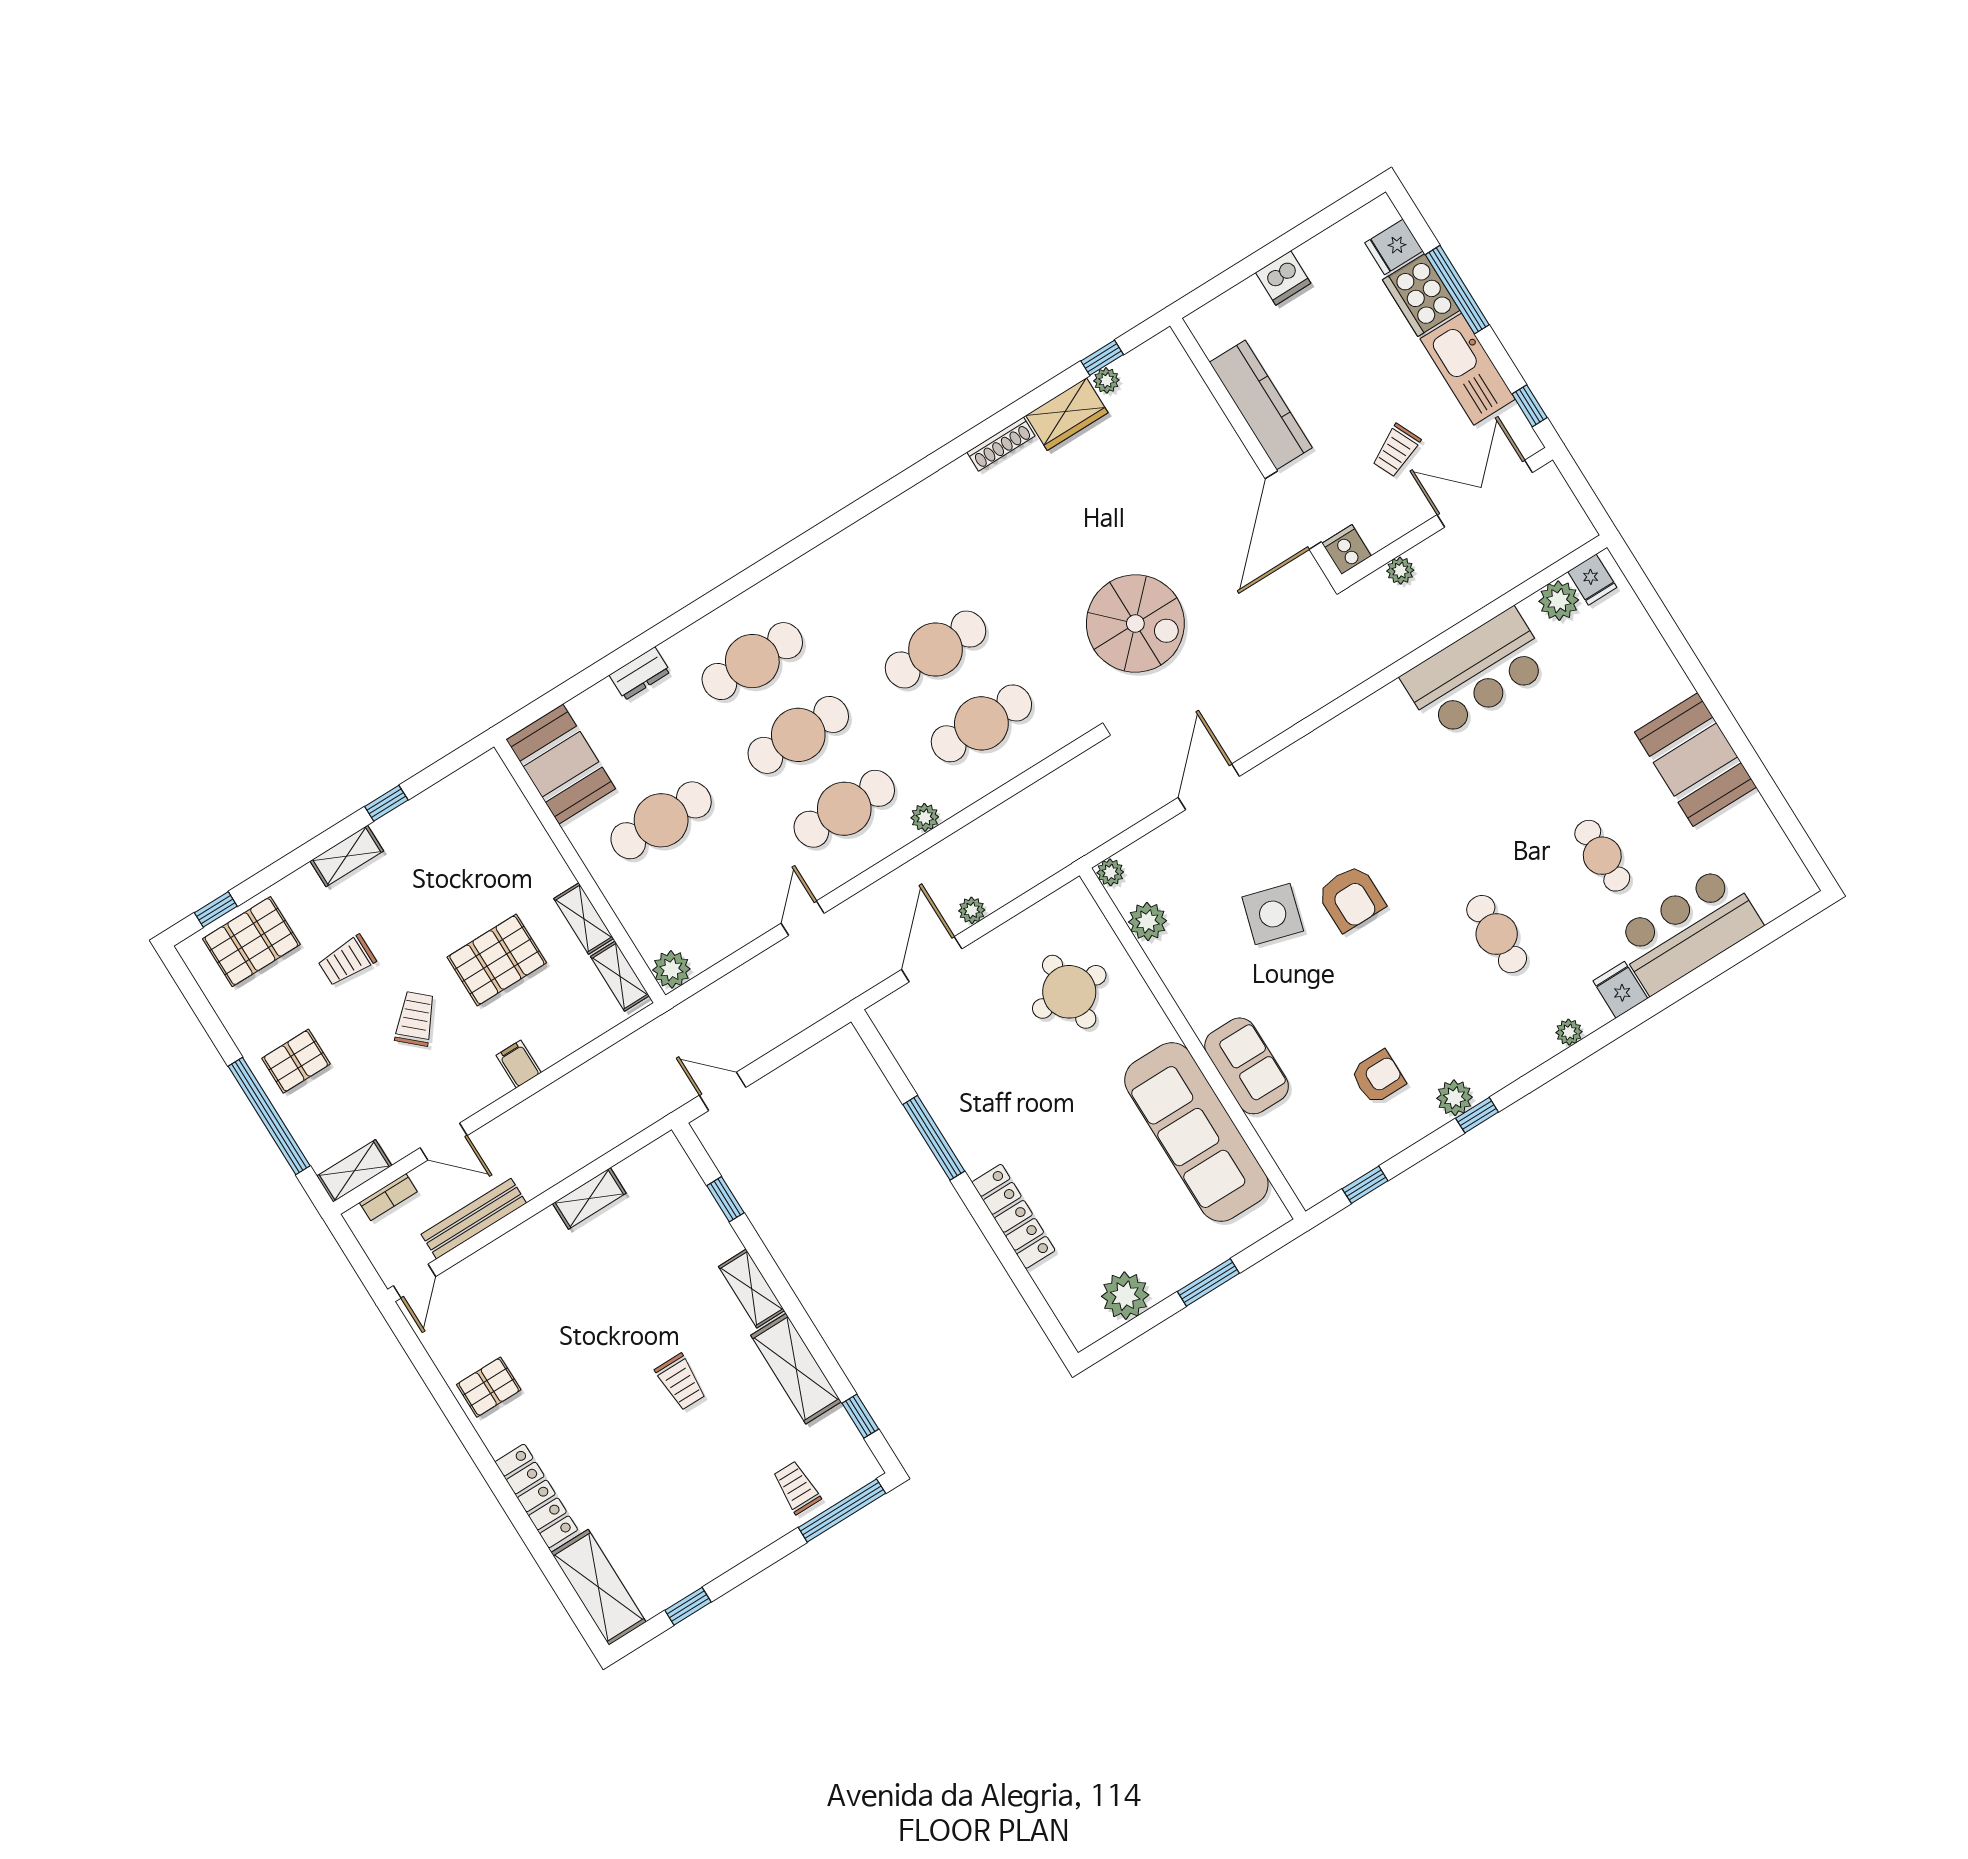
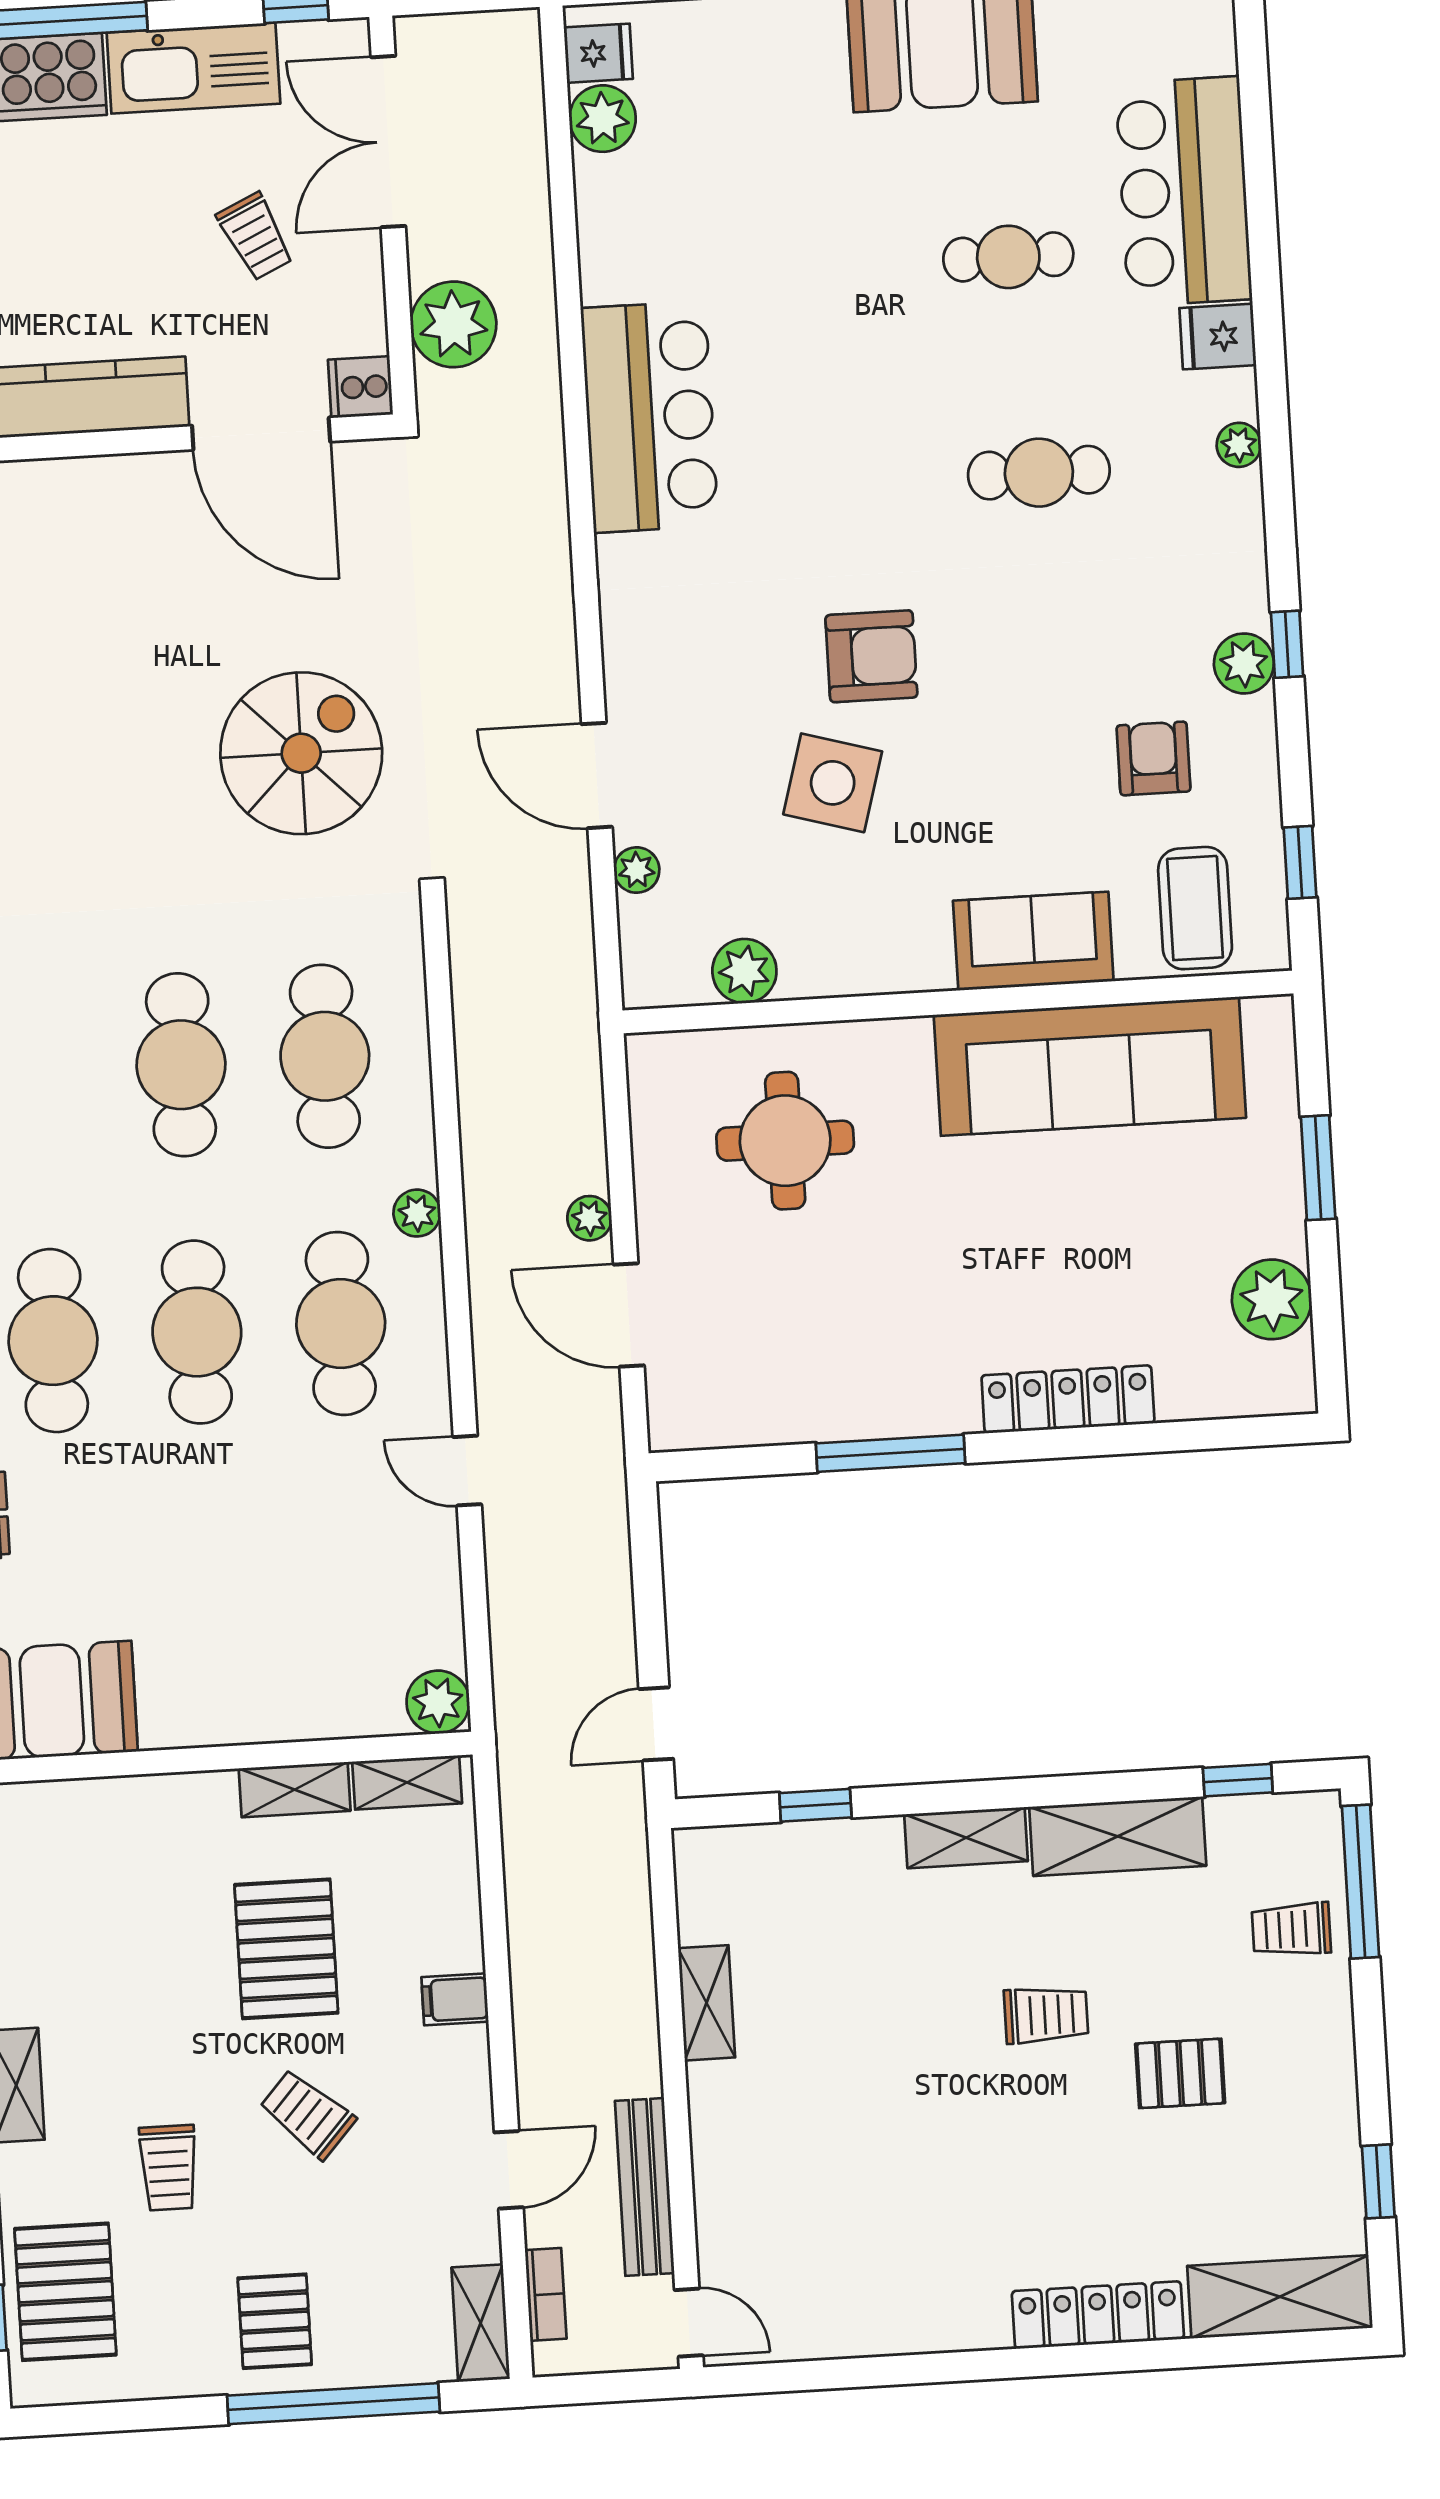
plant: (1400, 571) -> (453, 324), width x1.88, depth x1.88
bar counter: (1476, 673) -> (650, 417), moved
cafe table: (661, 820) -> (213, 1599), removed
plant: (1110, 872) -> (637, 870), moved
coffee table: (1311, 1142) -> (1195, 908), added
pallet: (489, 1387) -> (1180, 2073), moved, turned 90

